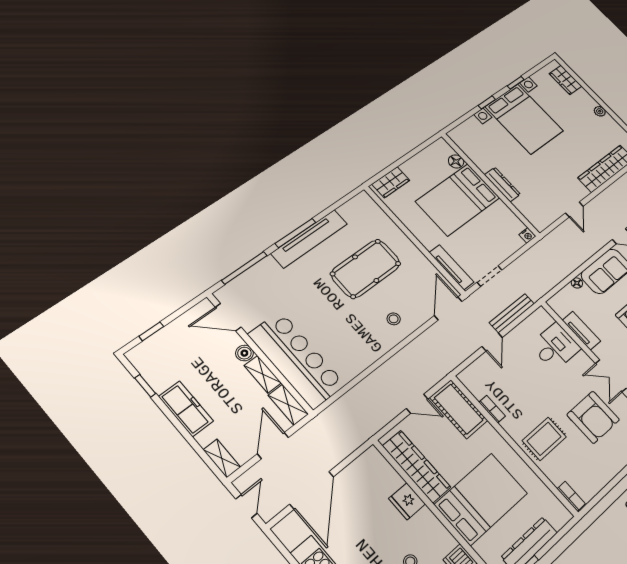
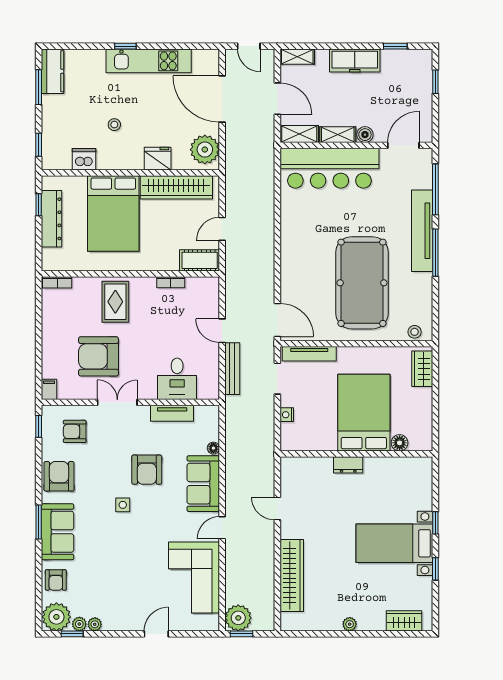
bed with nightstands: (524, 119) -> (394, 543), width x0.73
dresser: (502, 184) -> (348, 465), width x0.70
nightstand: (527, 235) -> (287, 415), moved
tv unit: (309, 239) -> (422, 231), moved
pool table: (366, 269) -> (362, 283), width x1.36, depth x1.32
stool: (394, 319) -> (415, 332), moved
cot: (459, 409) -> (200, 260), width x0.73, depth x0.75
plant: (366, 469) -> (205, 150), added

